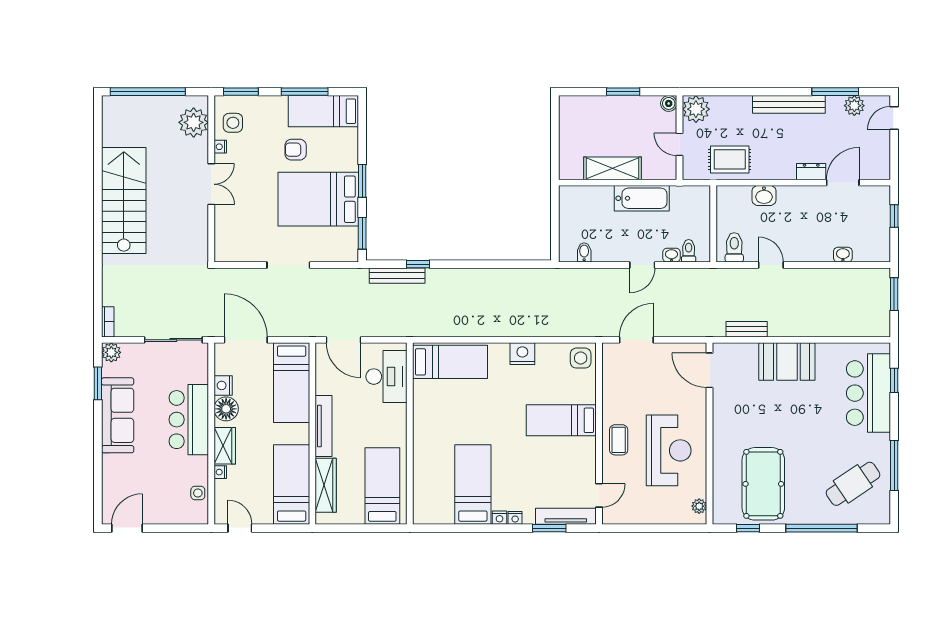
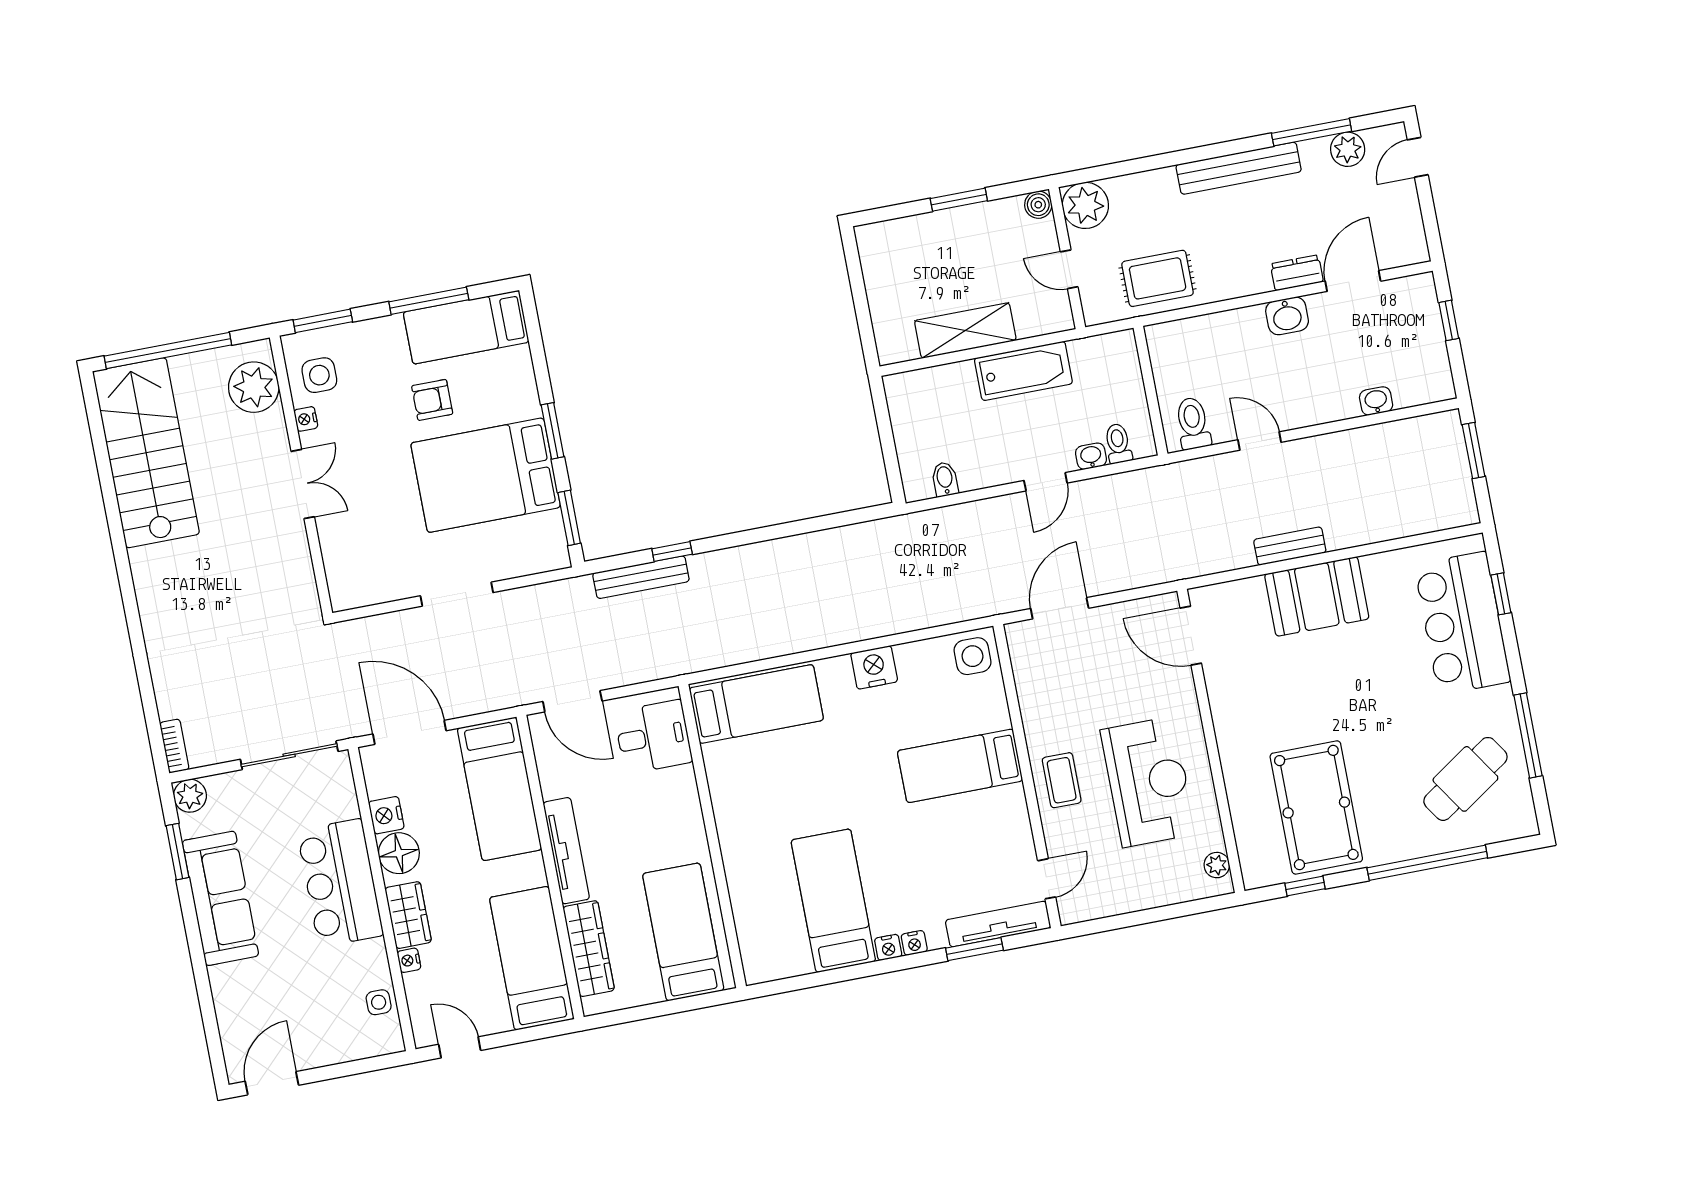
washbasin: (764, 195) -> (1287, 316), moved
stairs: (124, 200) -> (146, 453), moved
bench: (747, 329) -> (1290, 546), moved
desk: (386, 377) -> (653, 737), width x0.73

